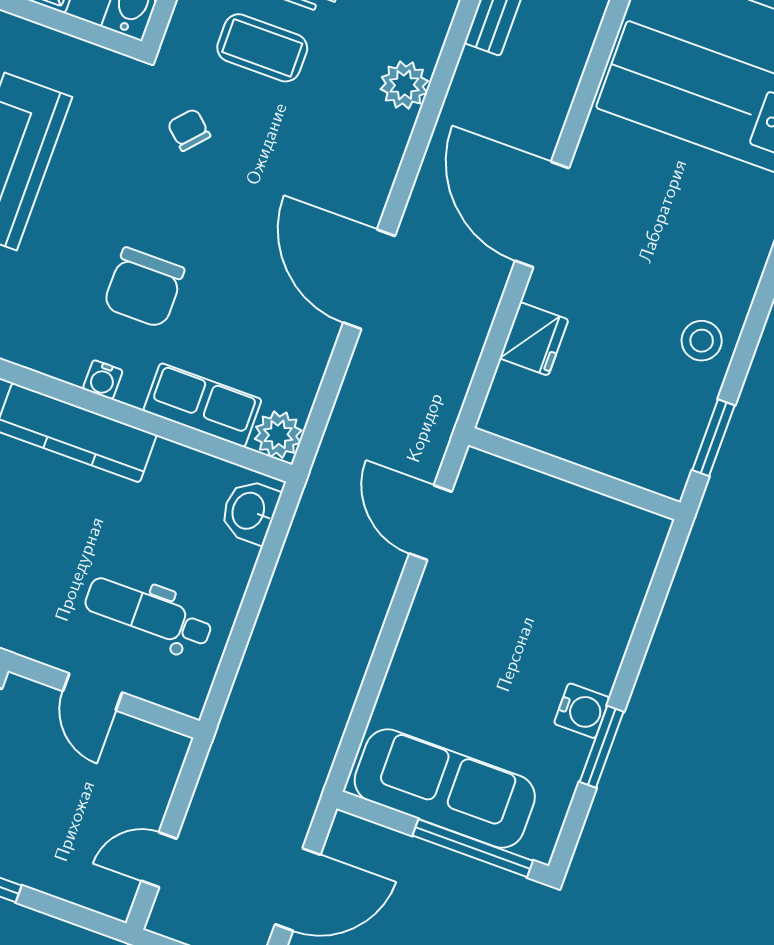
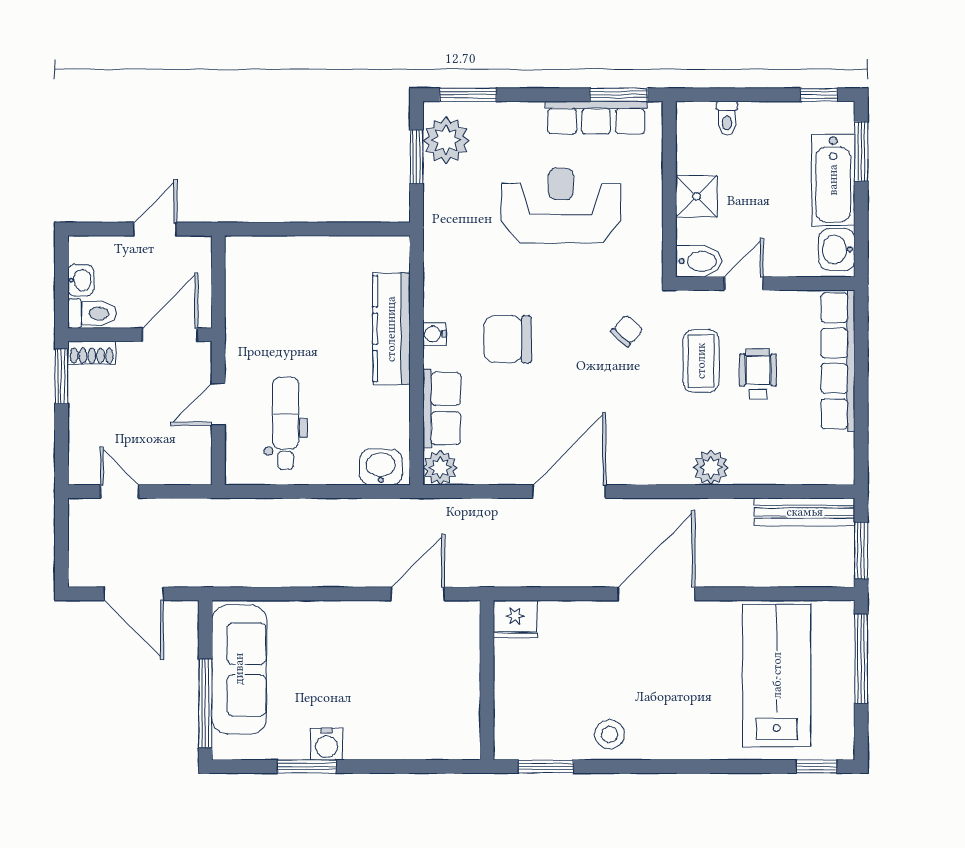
fridge: (534, 339) -> (515, 619), moved

